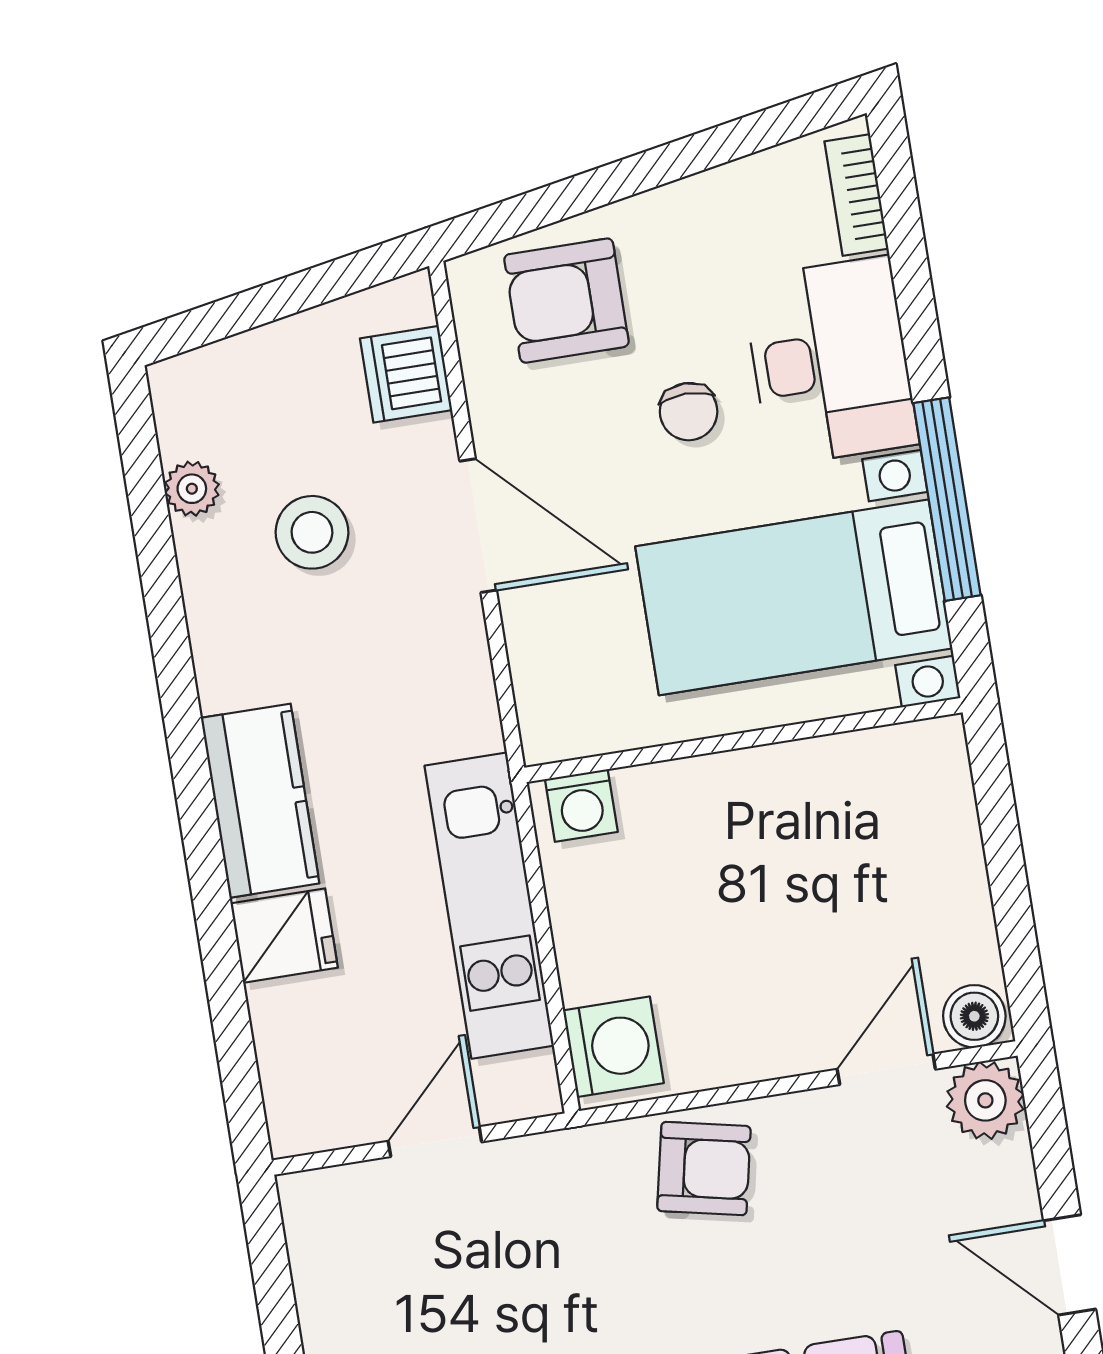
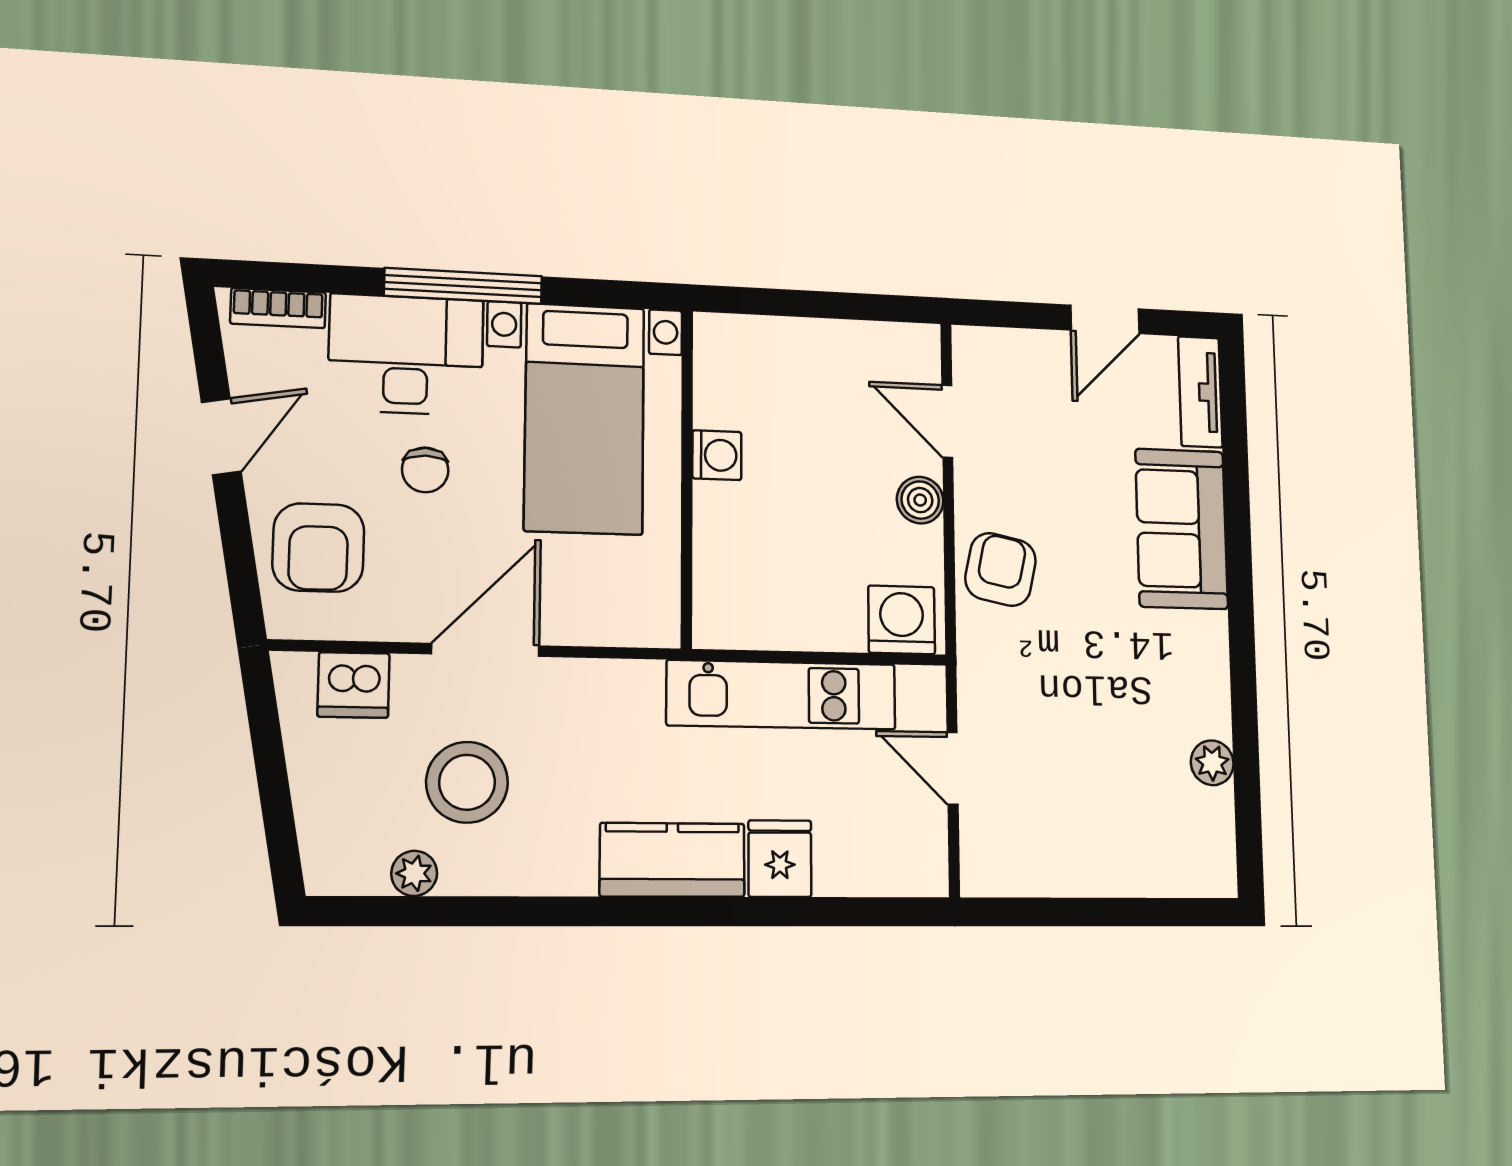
door: (681, 159) -> (221, 437), added
chair: (689, 412) -> (425, 470), turned 90
window: (947, 499) -> (463, 286), moved
stool: (312, 532) -> (467, 782), width x1.38, depth x1.38
washing machine: (581, 806) -> (717, 455), moved
boiler: (974, 1016) -> (920, 500), moved
plant: (985, 1100) -> (980, 355), removed

